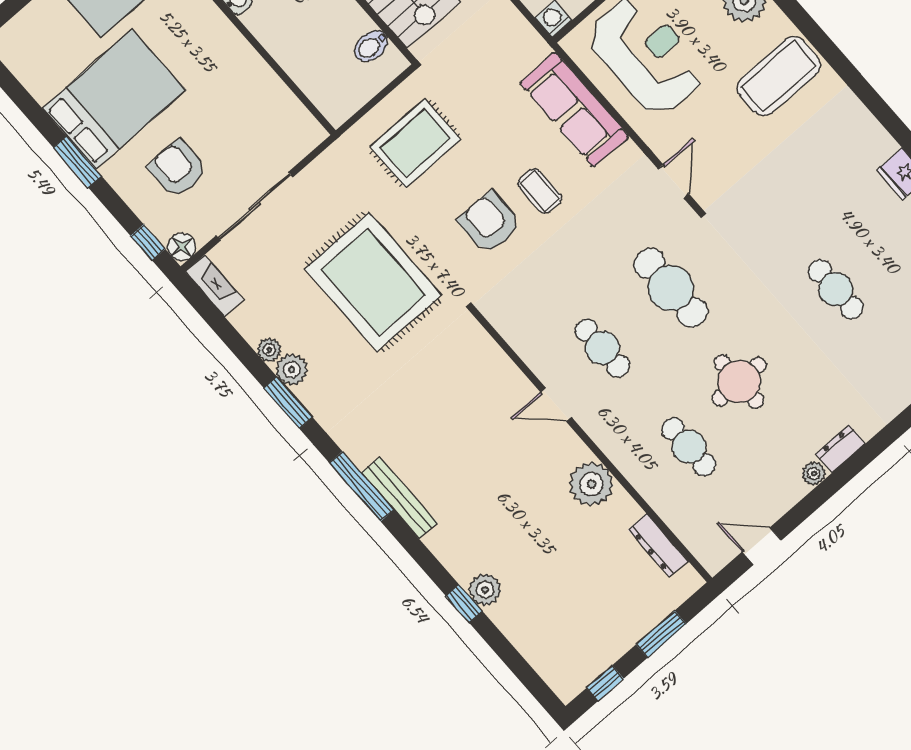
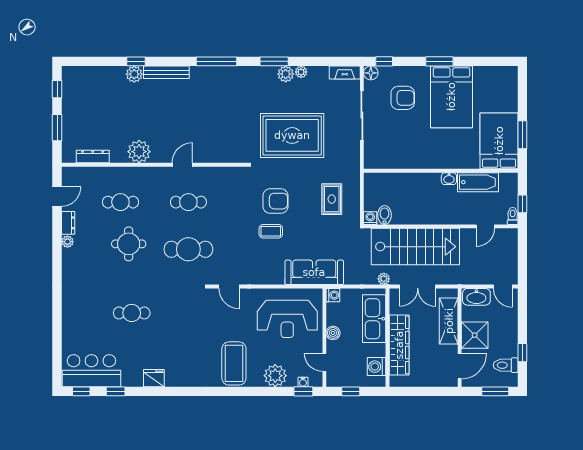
washing machine: (394, 63) -> (370, 218), added
sofa: (574, 110) -> (314, 272), moved
rug: (415, 143) -> (332, 199), width x0.73, depth x0.70
dresser: (840, 449) -> (68, 223), moved
bench: (400, 498) -> (166, 72), moved

